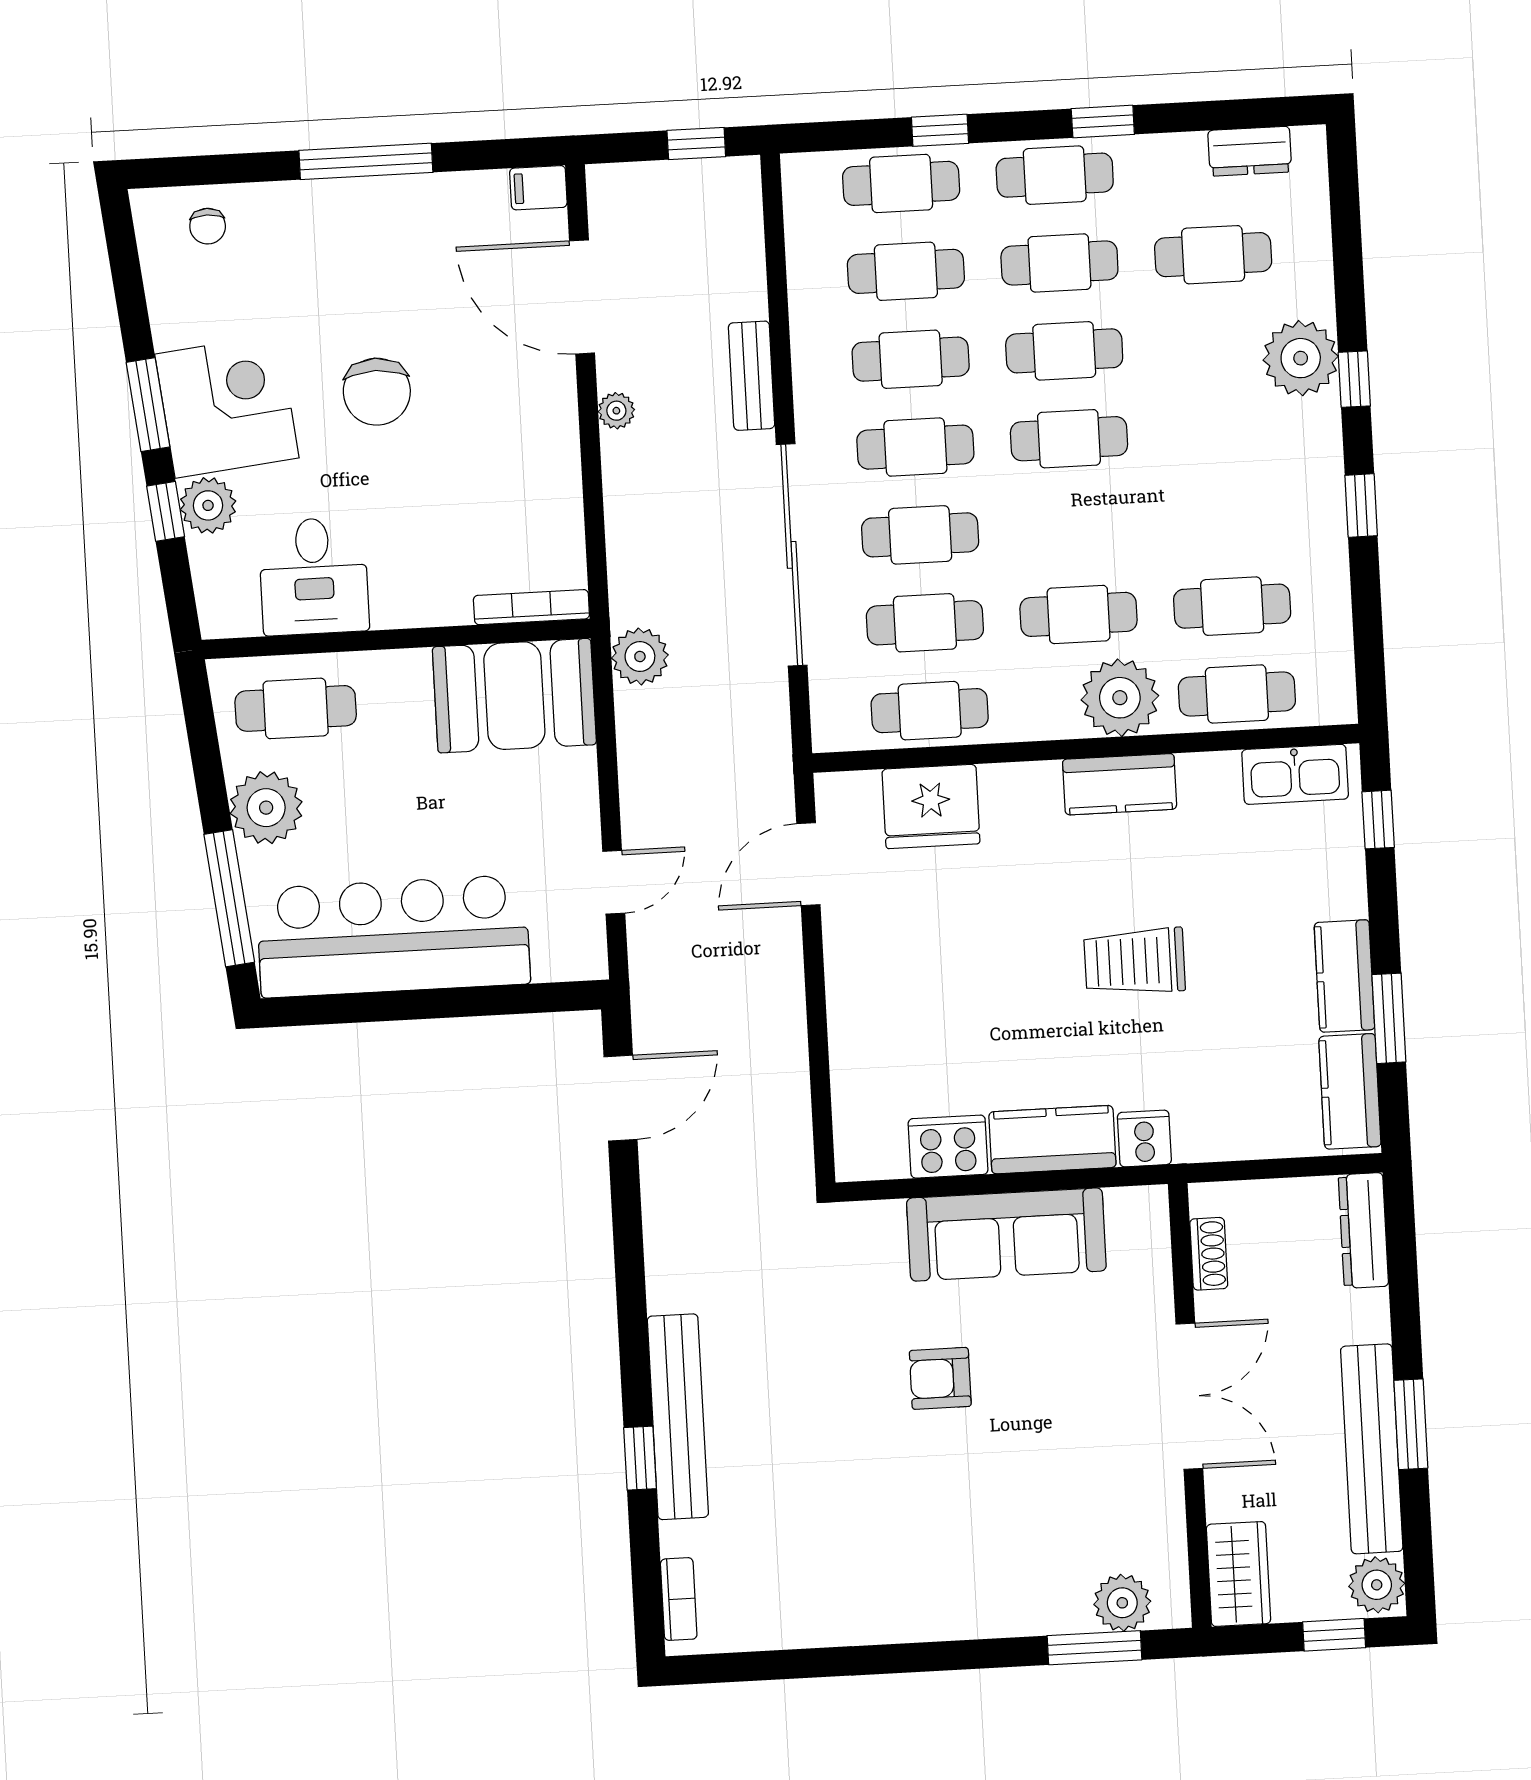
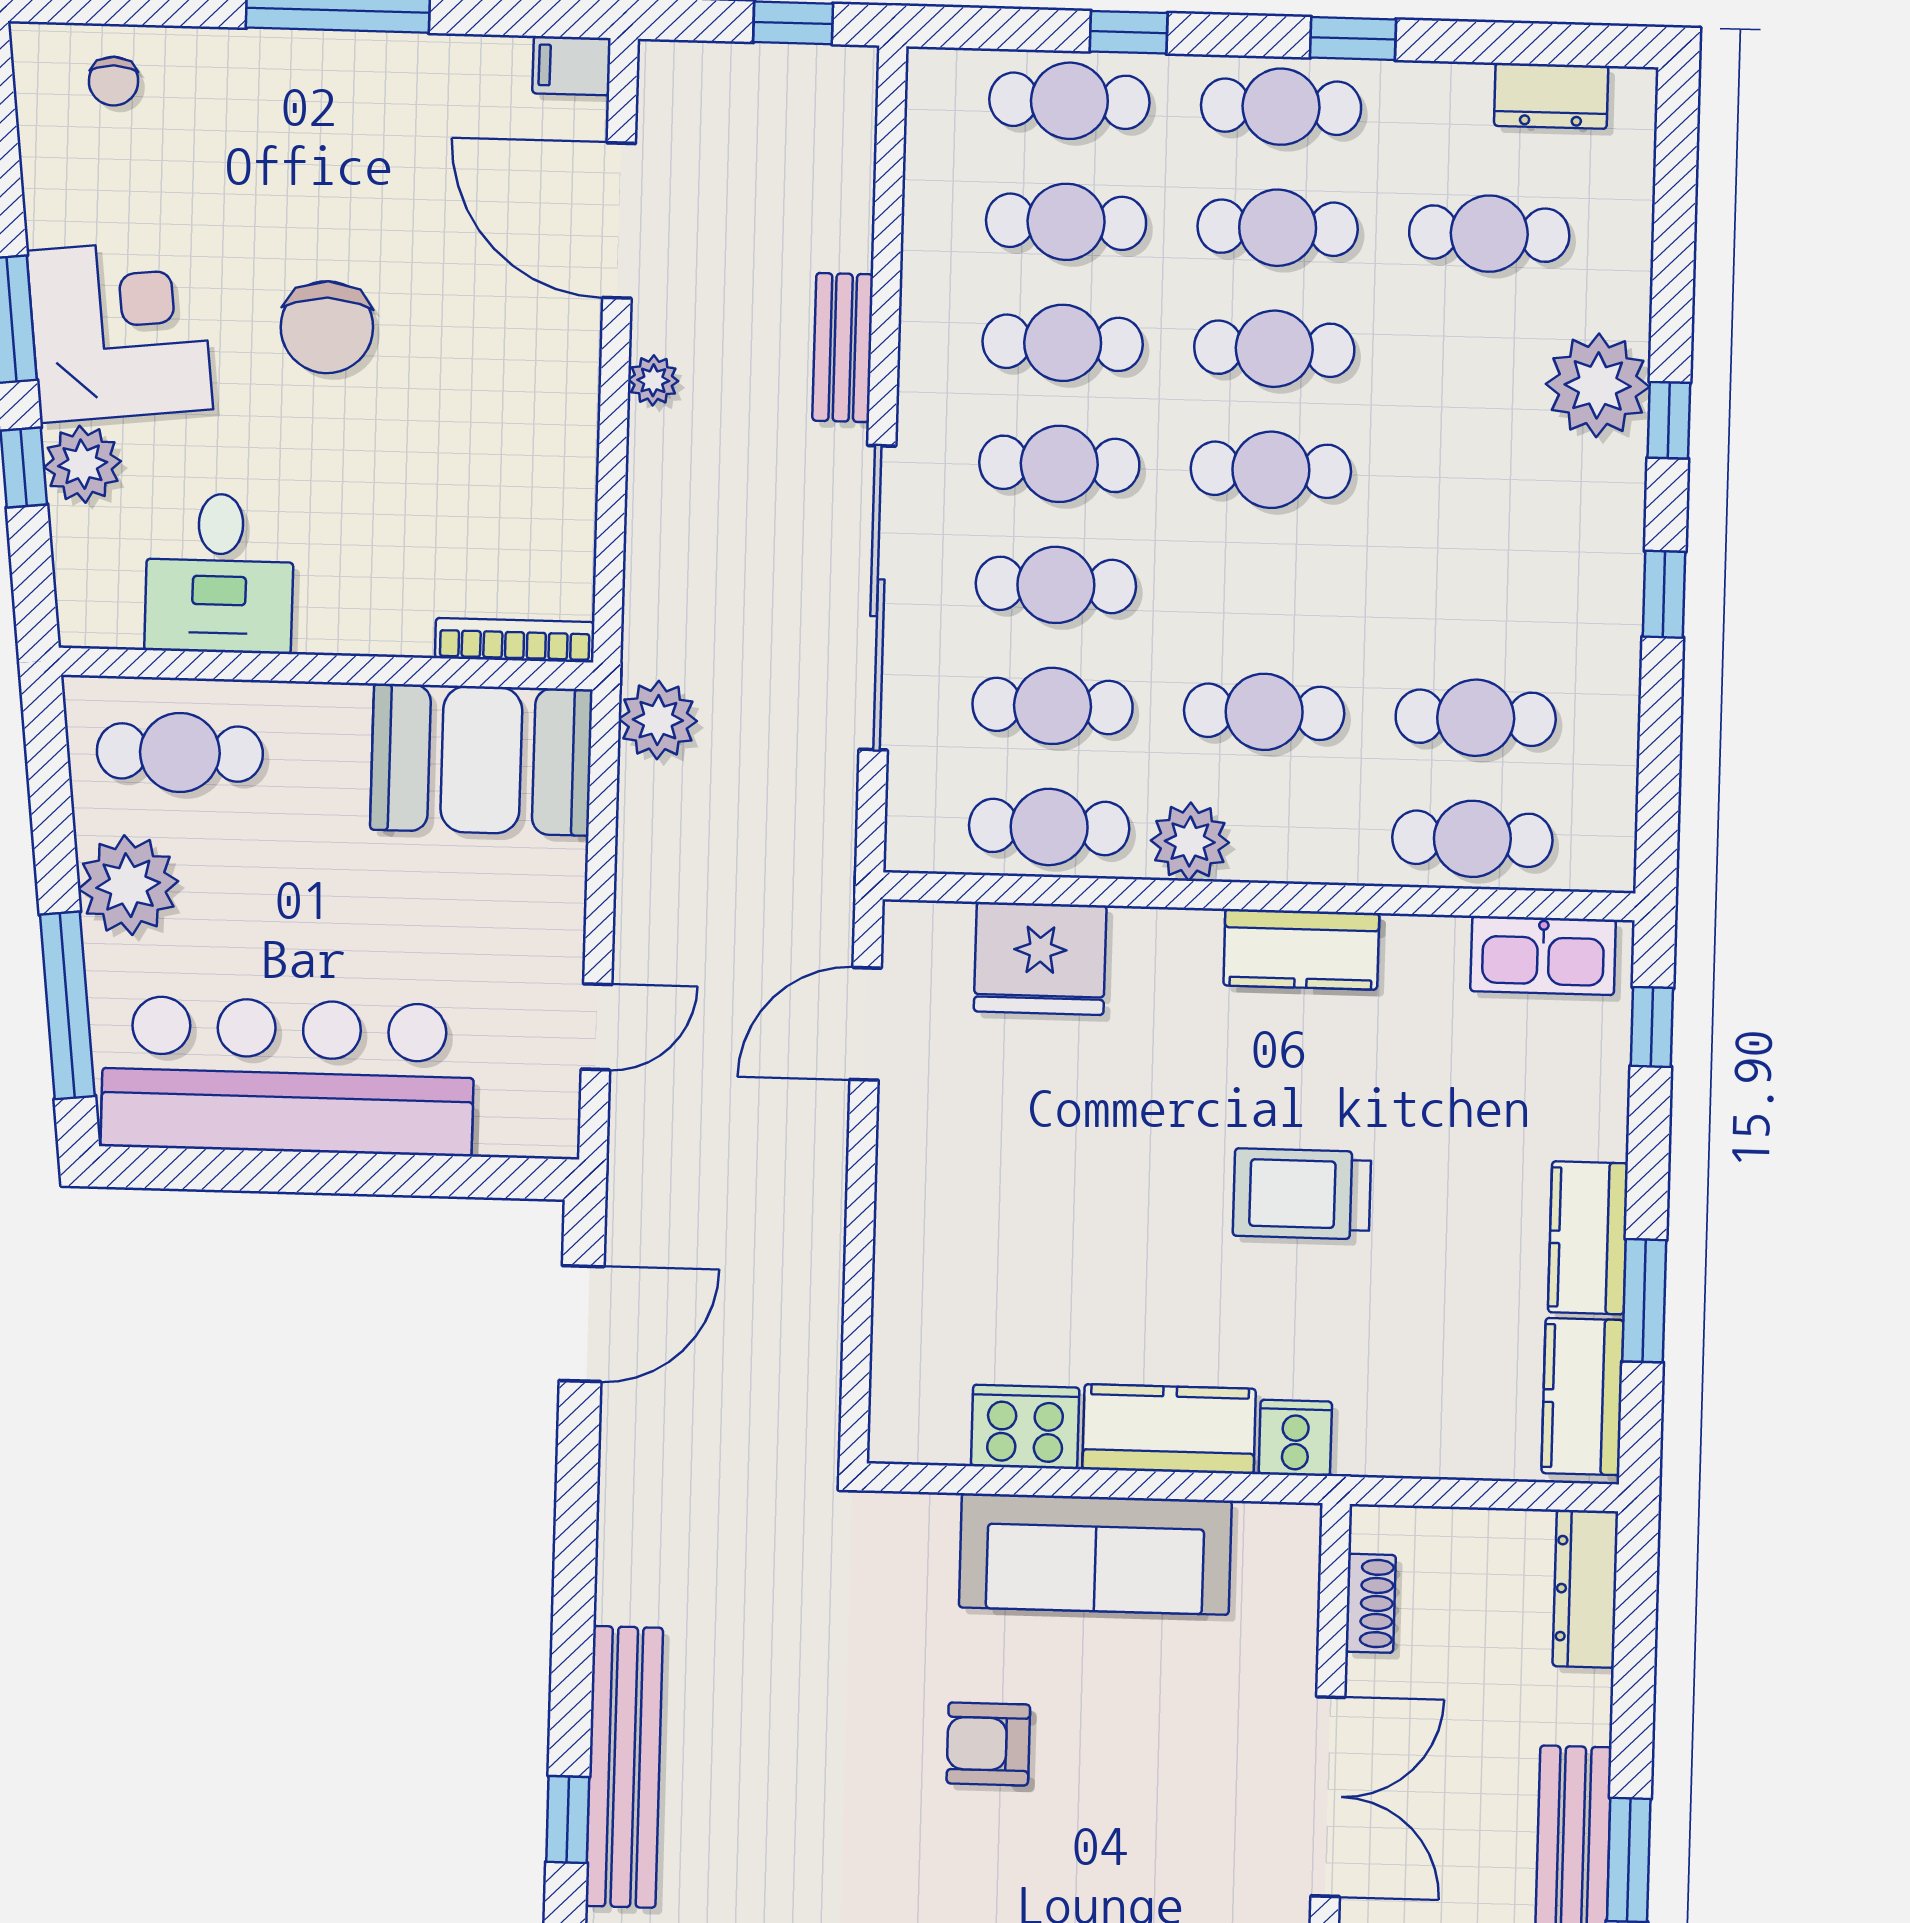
plant: (1120, 698) -> (1190, 842), moved, width x0.73, depth x0.73

